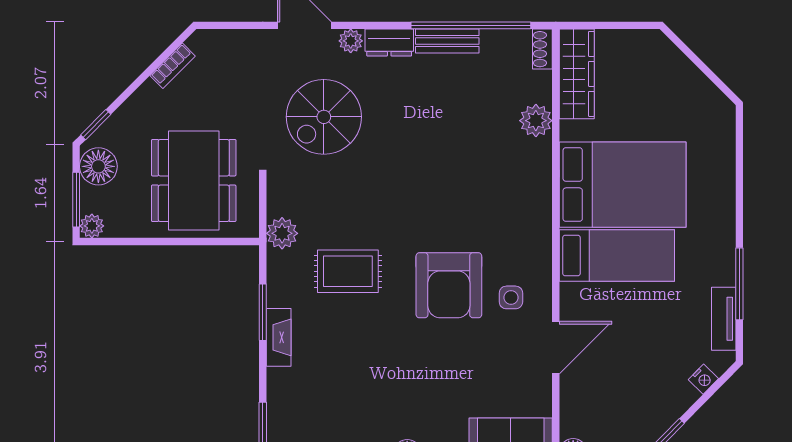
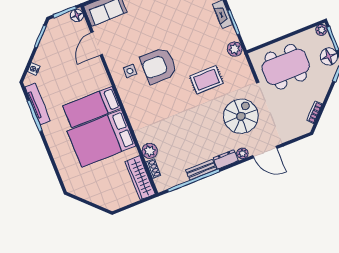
shoe rack: (542, 49) -> (153, 169), moved
dining table: (194, 180) -> (286, 67), turned 90
plant: (282, 233) -> (235, 49), moved
rug: (348, 271) -> (206, 80), moved
armchair: (449, 285) -> (159, 66), turned -90
tv unit: (724, 319) -> (38, 104), width x1.41
door: (556, 348) -> (97, 43), moved

